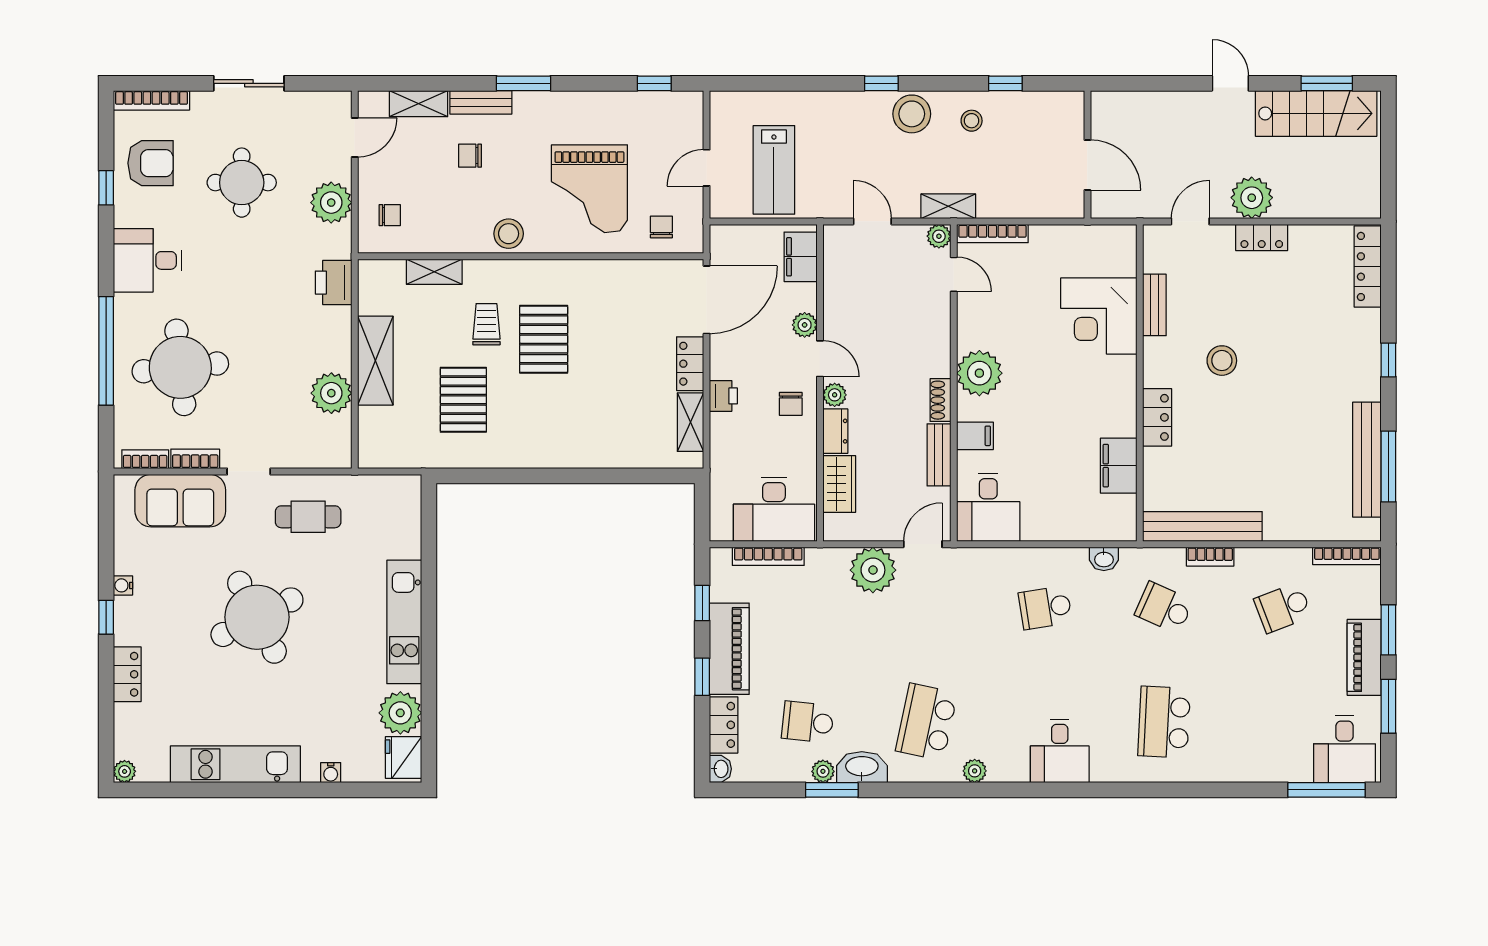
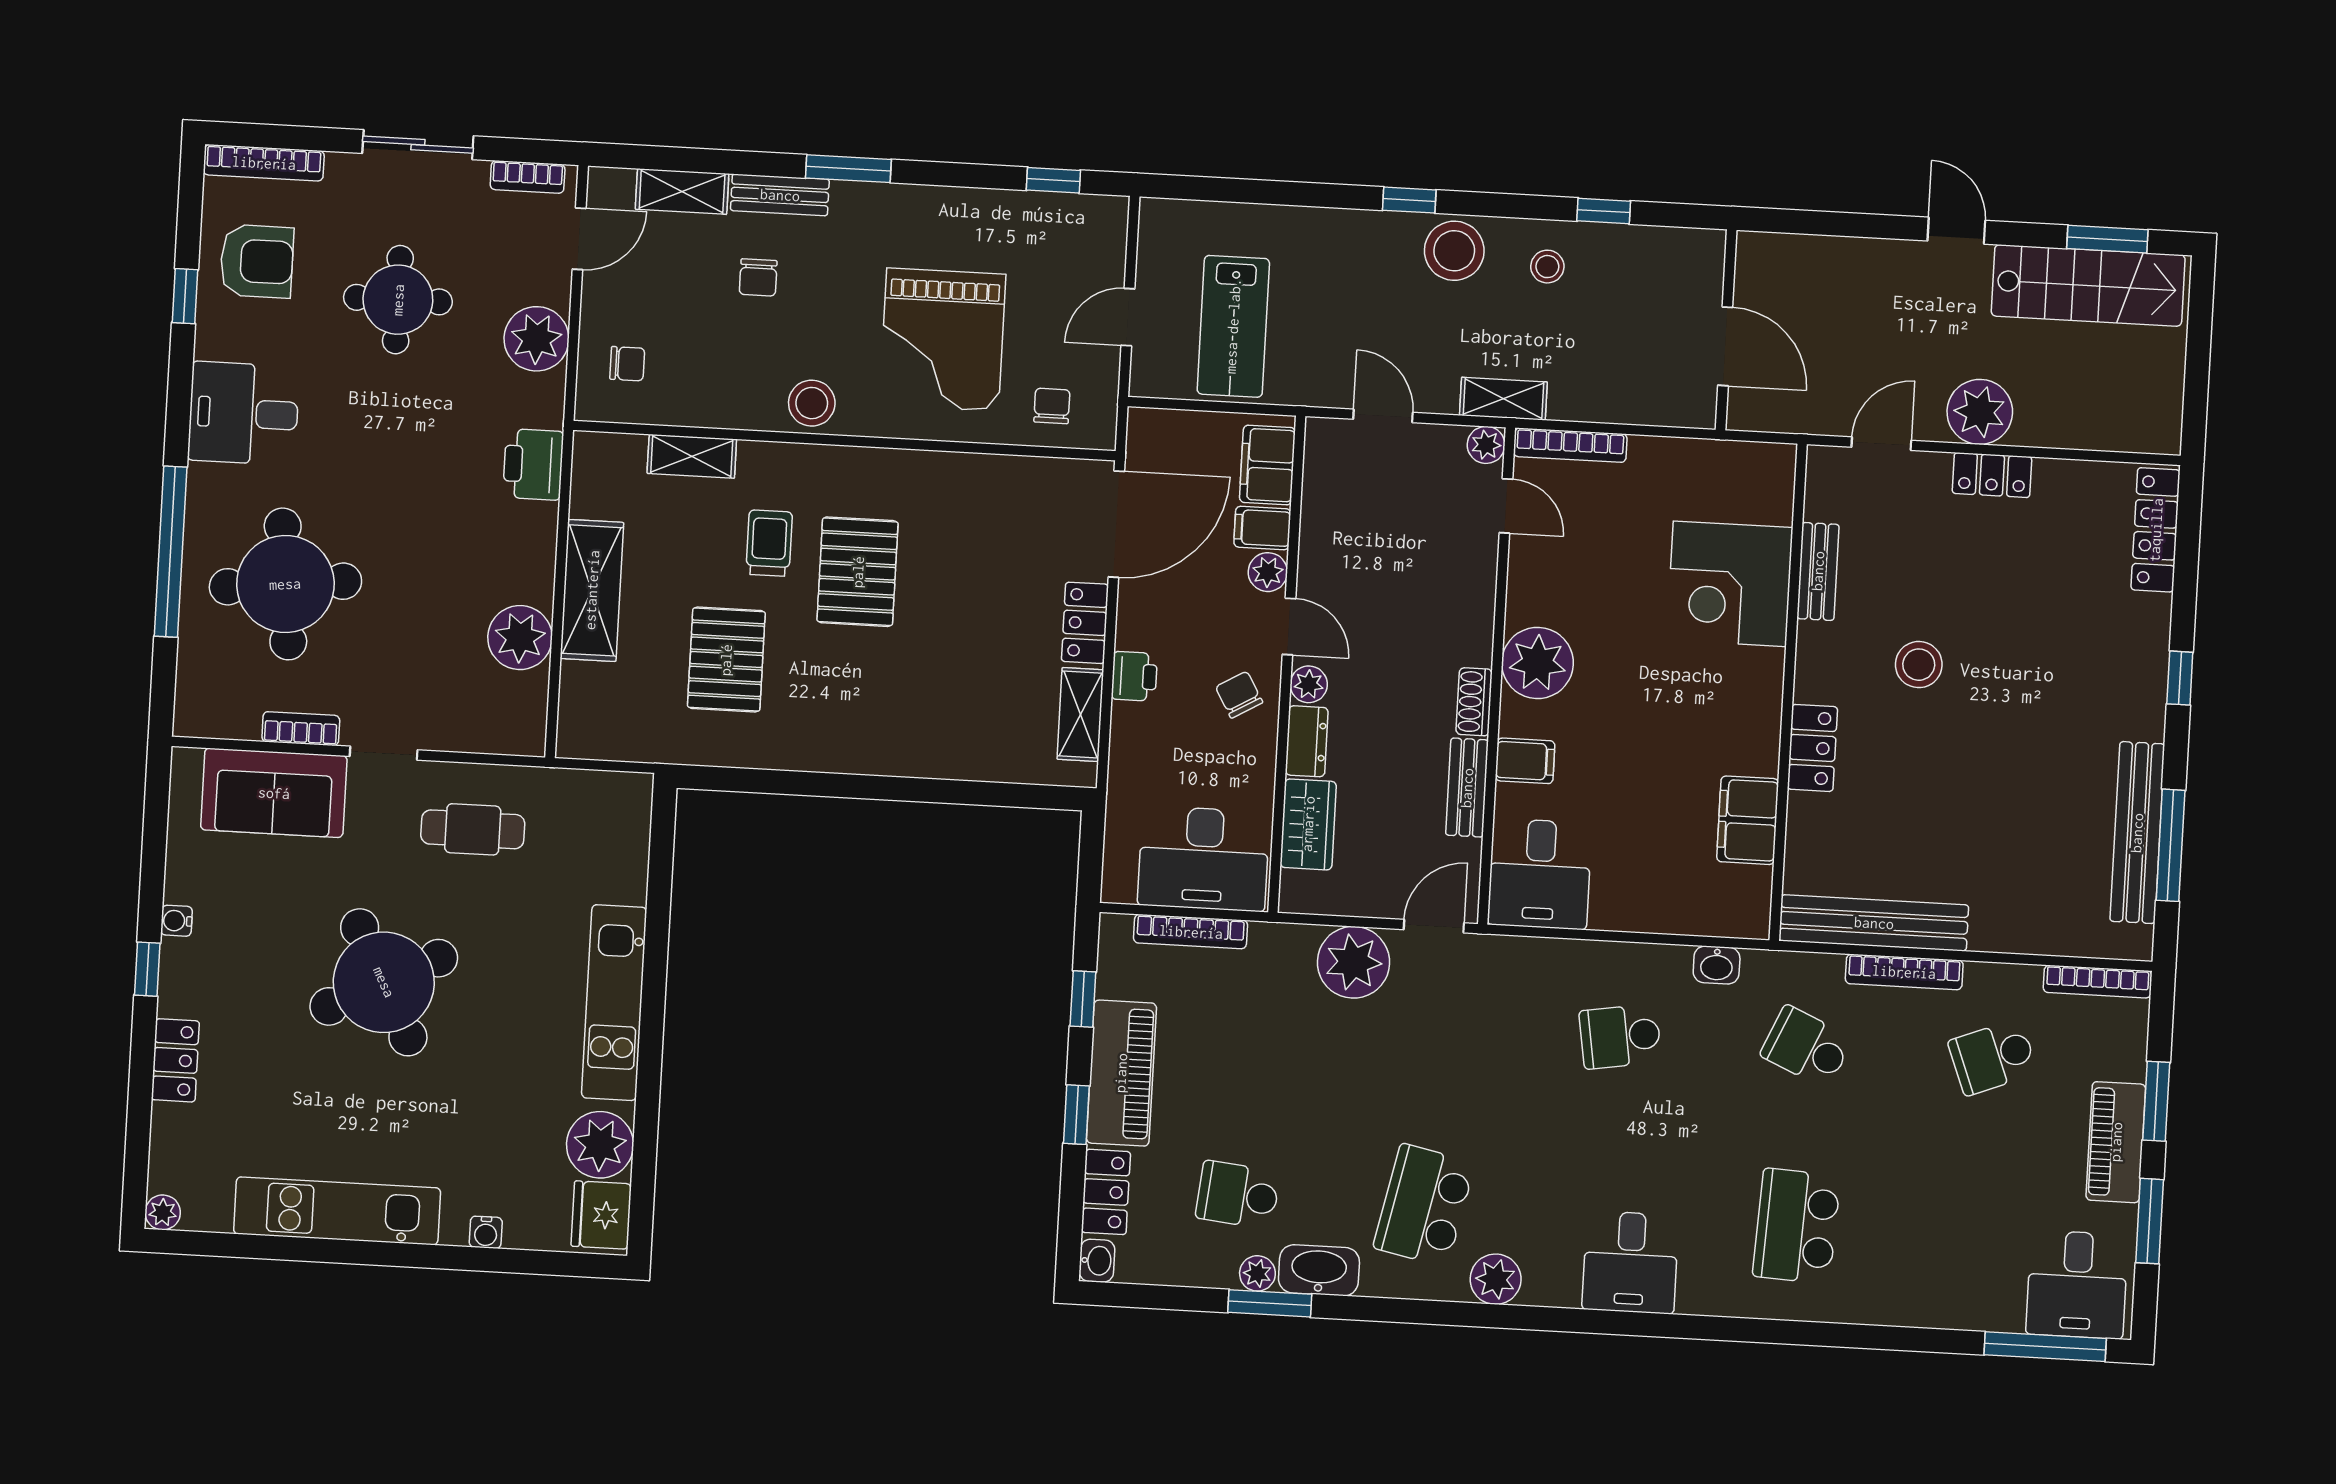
chair: (470, 156) -> (758, 277), turned -90
filing cabinet: (800, 297) -> (1262, 528), added
chair: (791, 404) -> (1239, 695), turned 150
bookcase: (145, 459) -> (528, 177), moved, turned 180
bookcase: (1210, 557) -> (1904, 972), width x1.56
plant: (975, 771) -> (1496, 1279), width x1.38, depth x1.38

